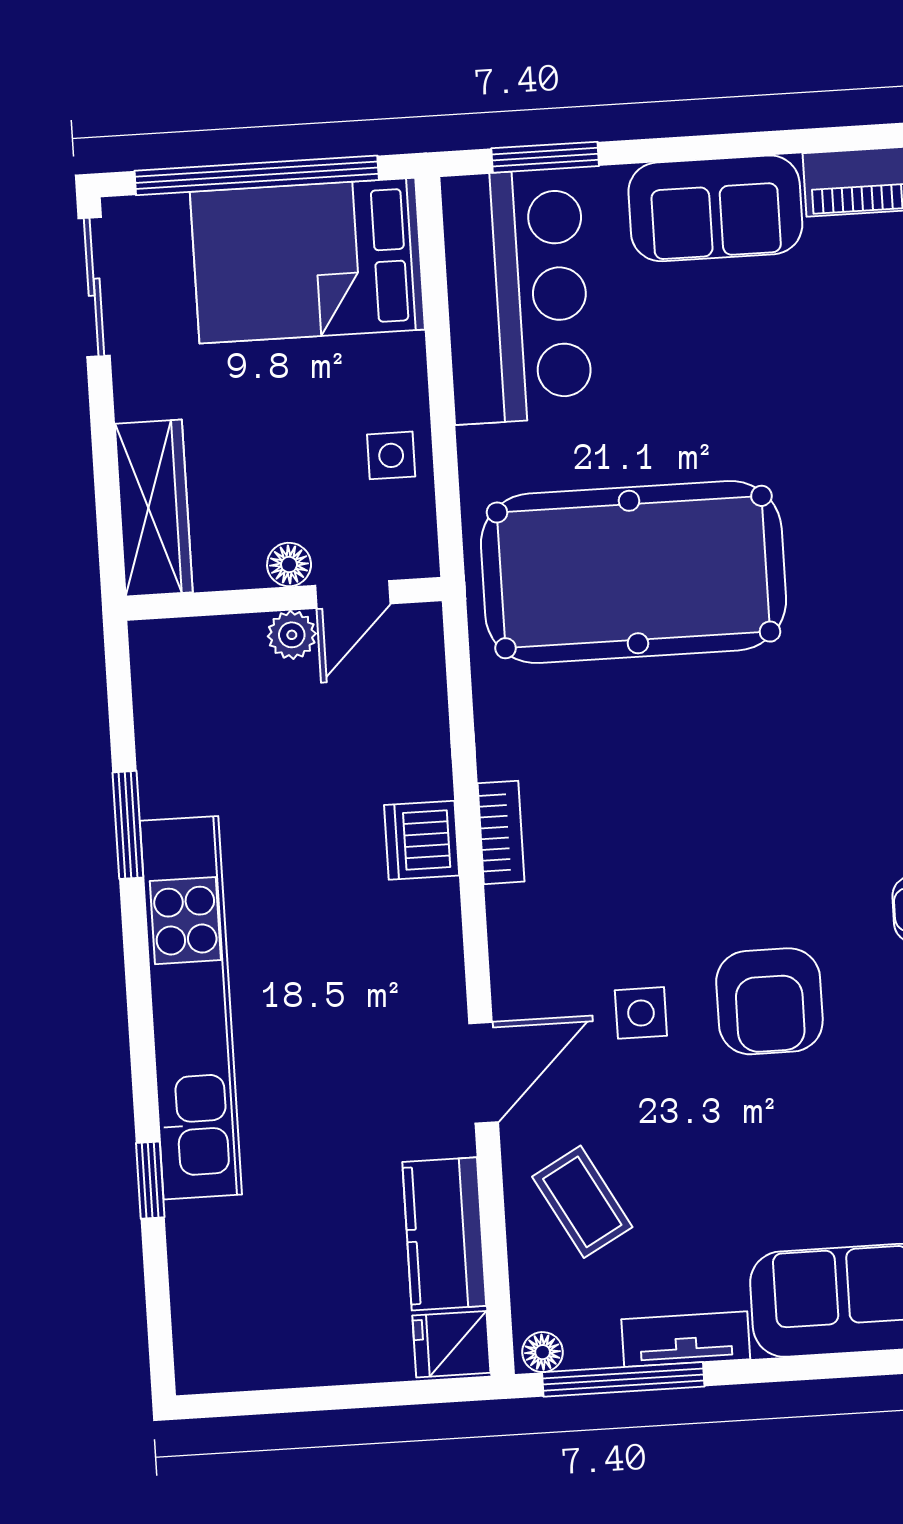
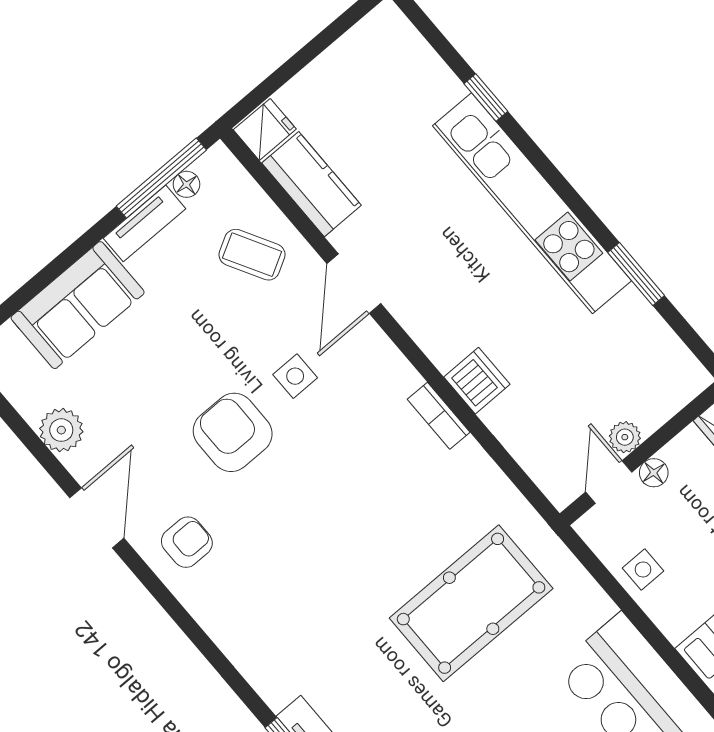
pool table: (633, 572) -> (471, 603), width x0.73, depth x0.76
floor lamp: (543, 1352) -> (186, 184), moved

